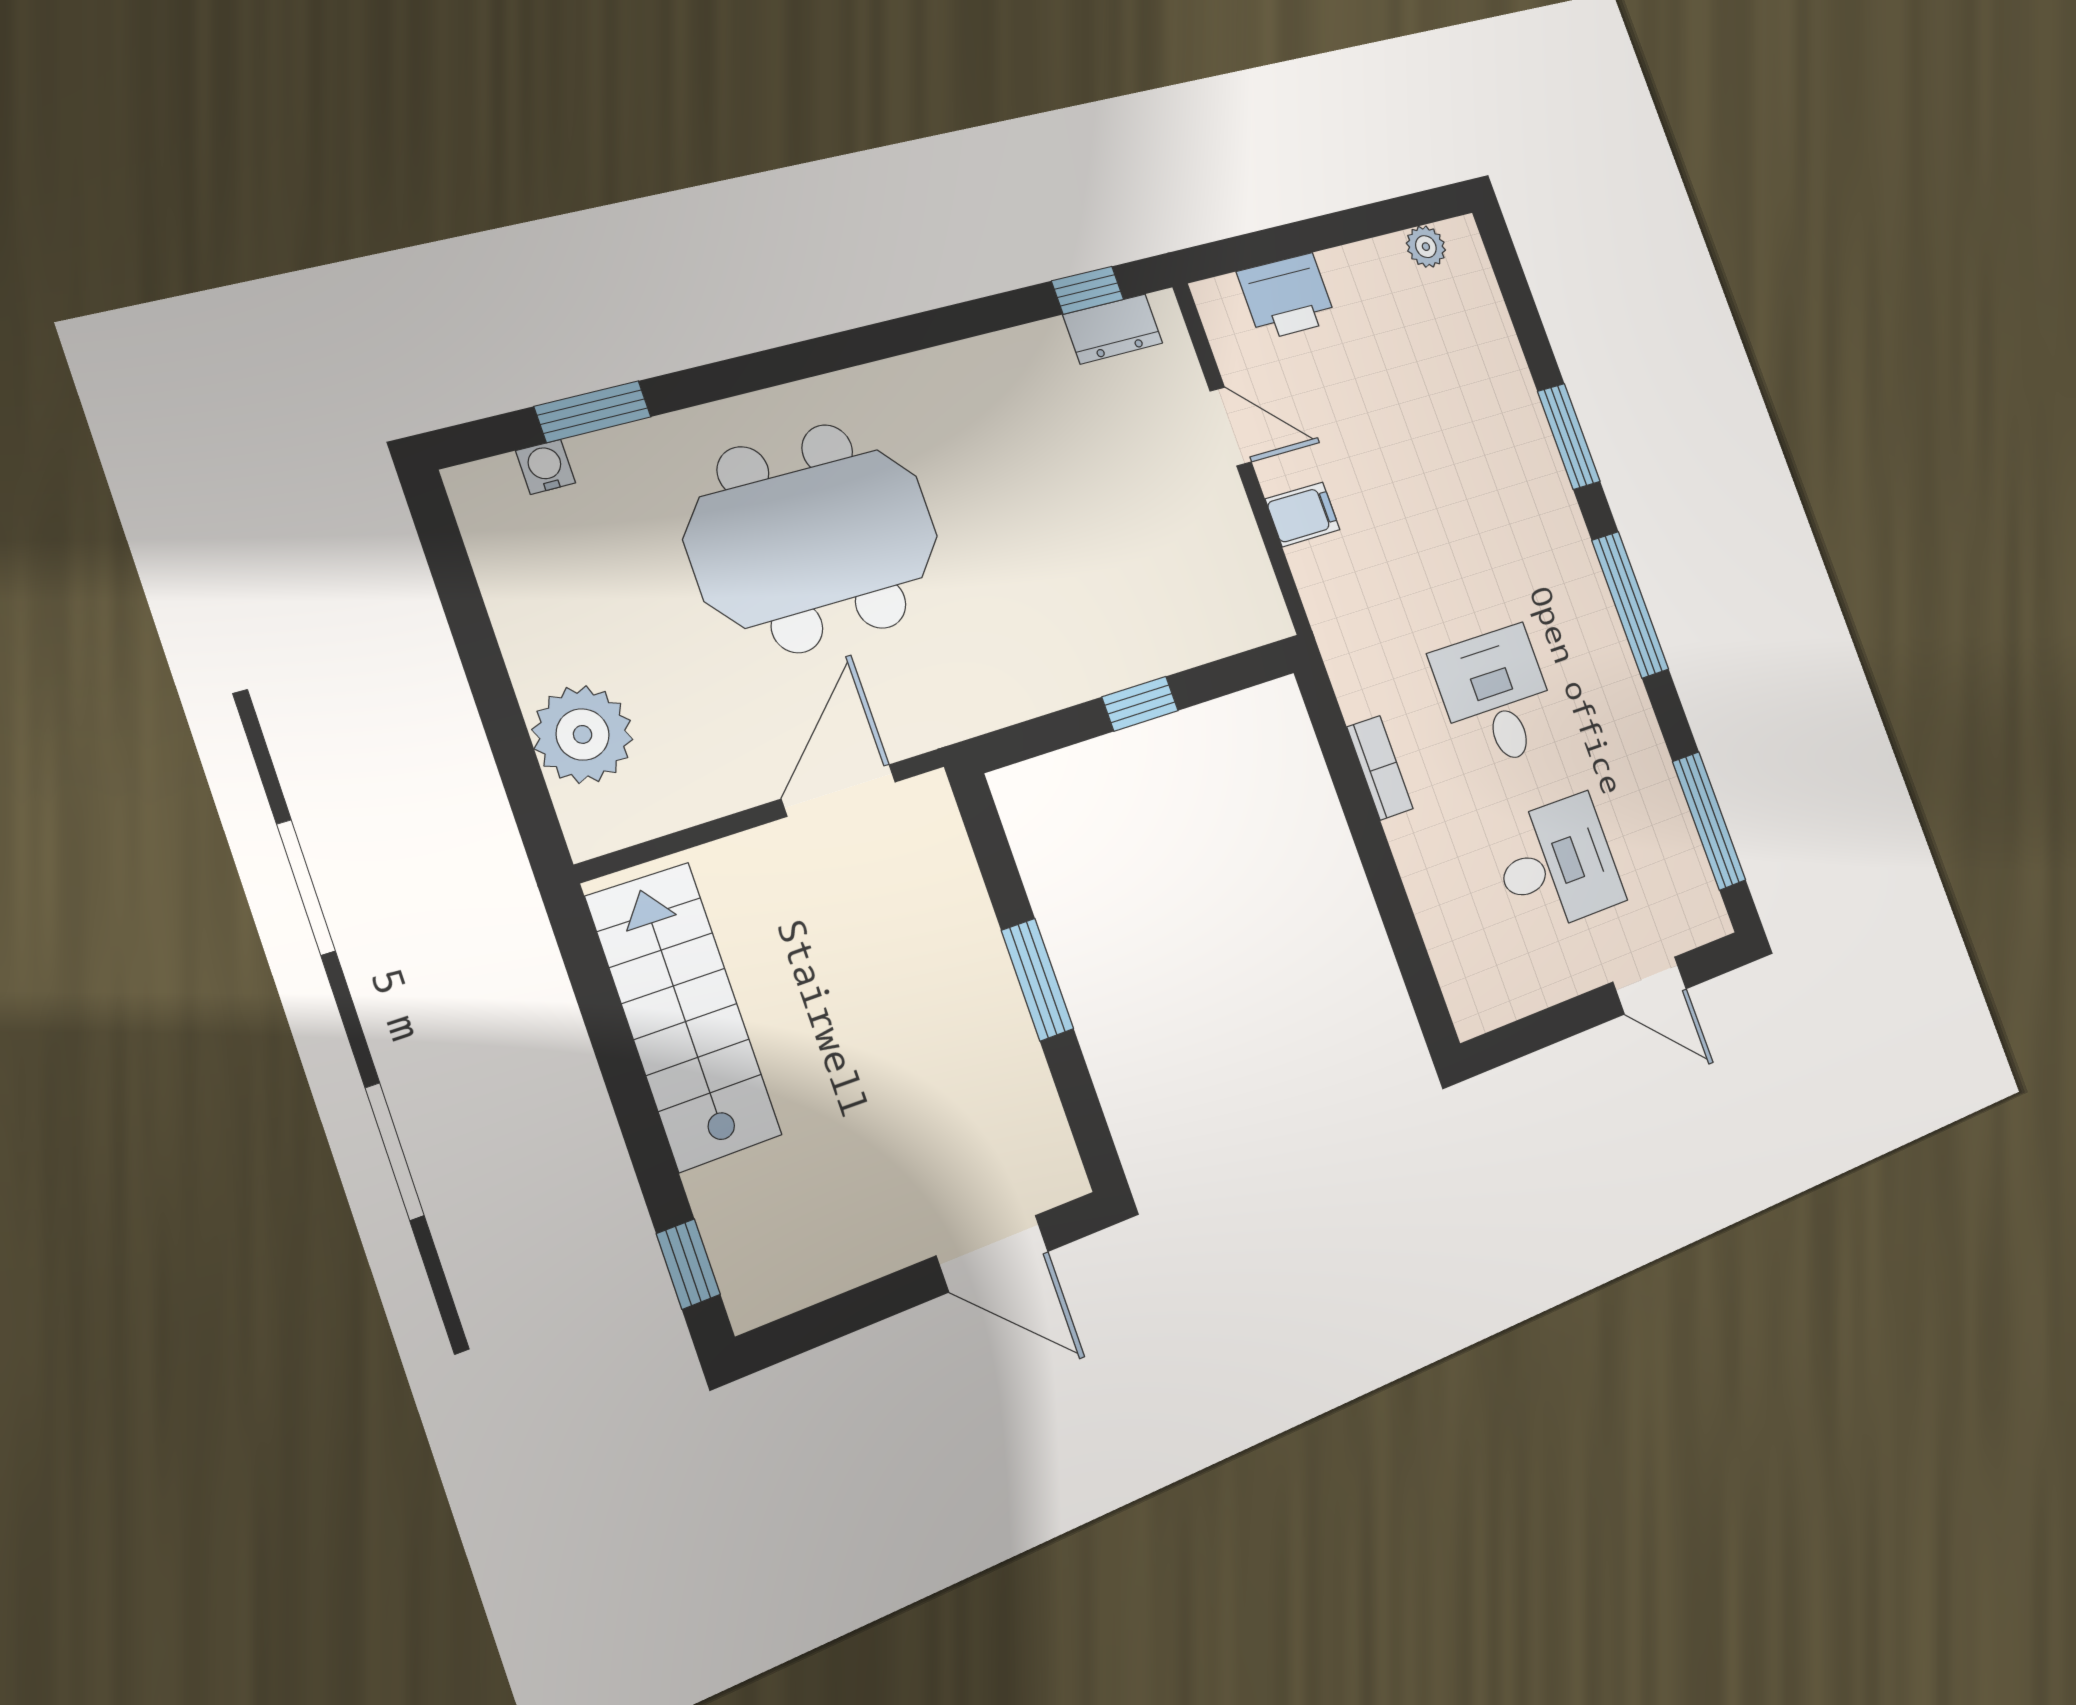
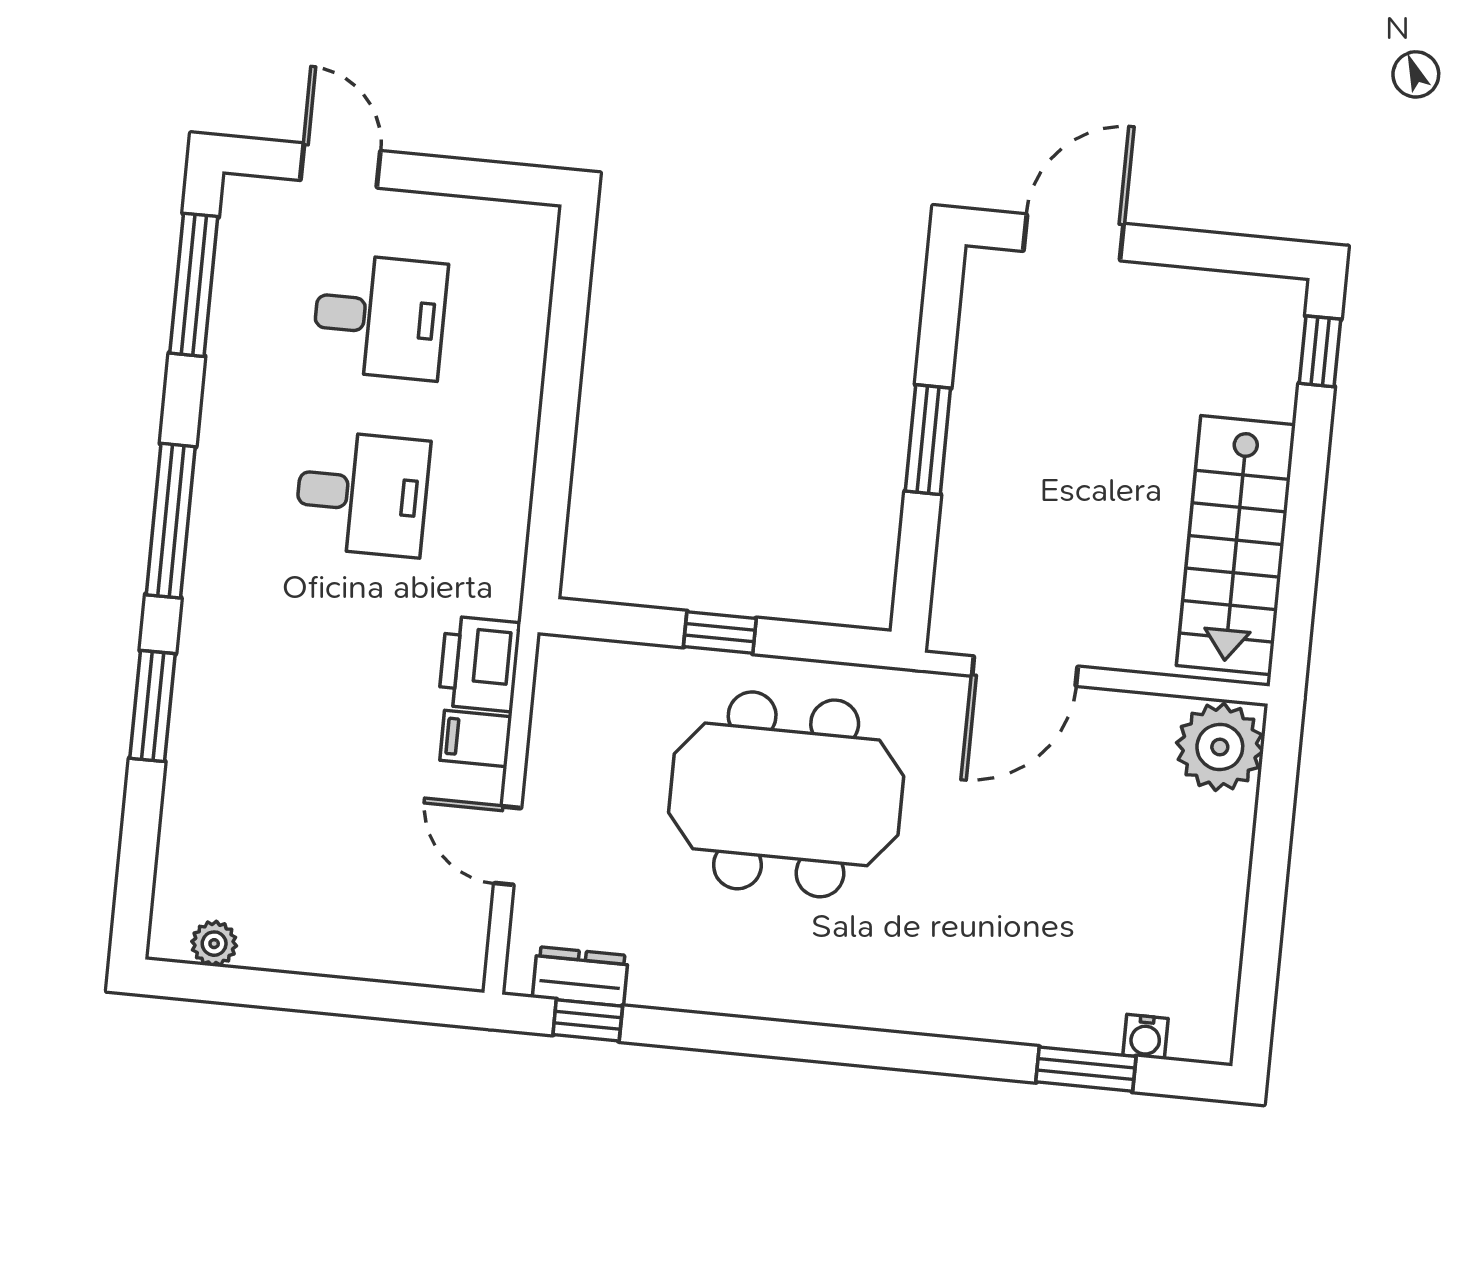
printer: (1287, 297) -> (479, 664), moved, turned -90
meeting table: (812, 538) -> (786, 794), moved
desk: (1496, 697) -> (362, 494), turned -90
plant: (583, 734) -> (1220, 747), moved
bookcase: (1380, 768) -> (515, 480), removed
desk: (1557, 864) -> (379, 317), turned 180
door: (993, 1254) -> (1074, 237), hinge flipped

